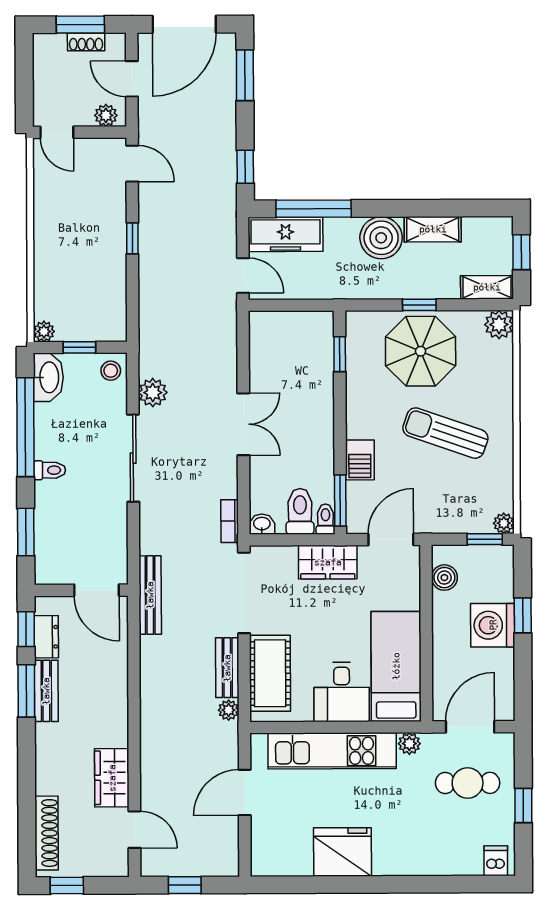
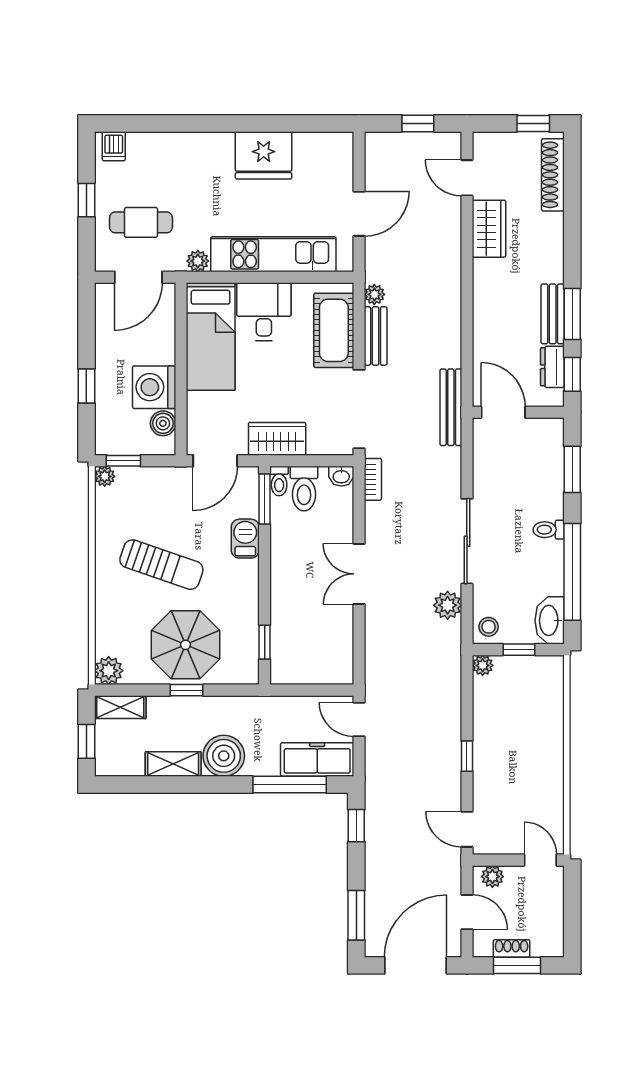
plant: (44, 331) -> (483, 665), moved
washing machine: (493, 625) -> (154, 387), moved, turned 180

